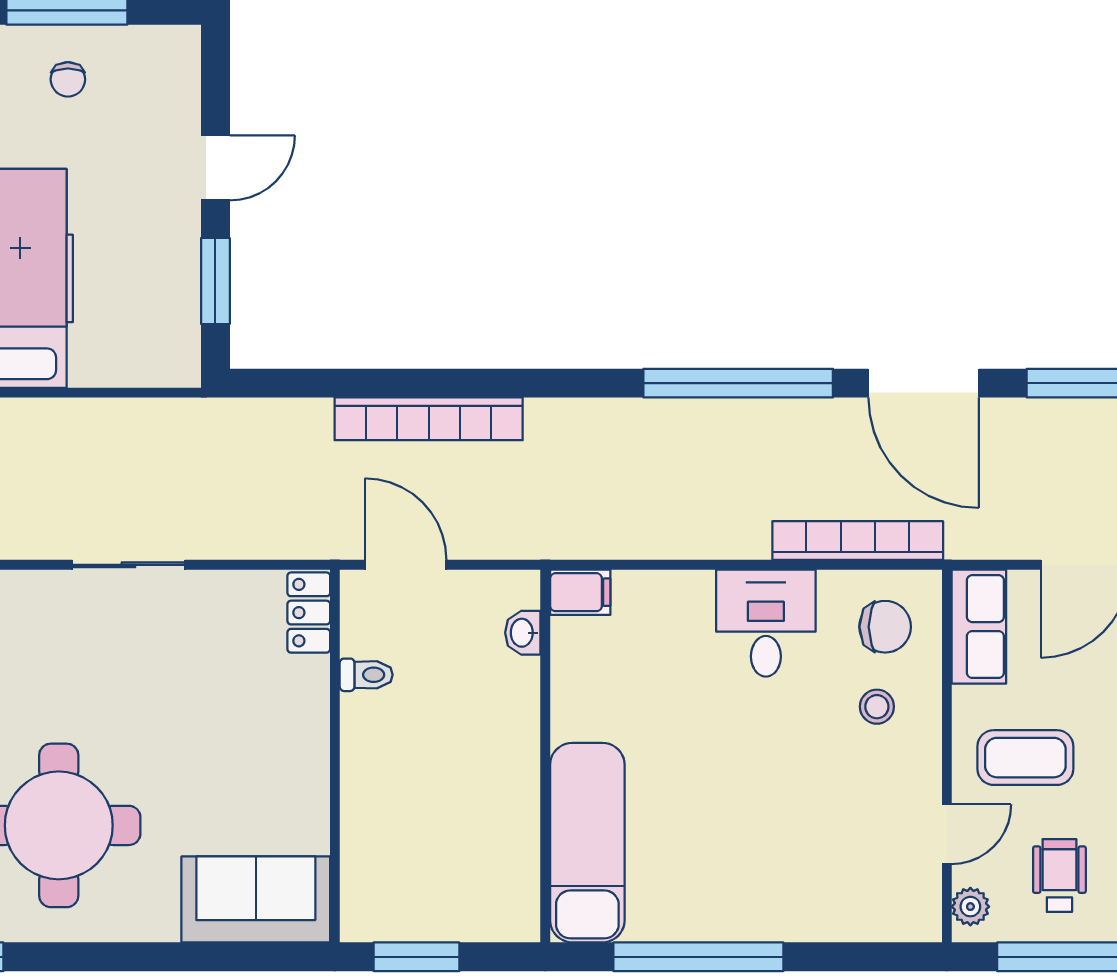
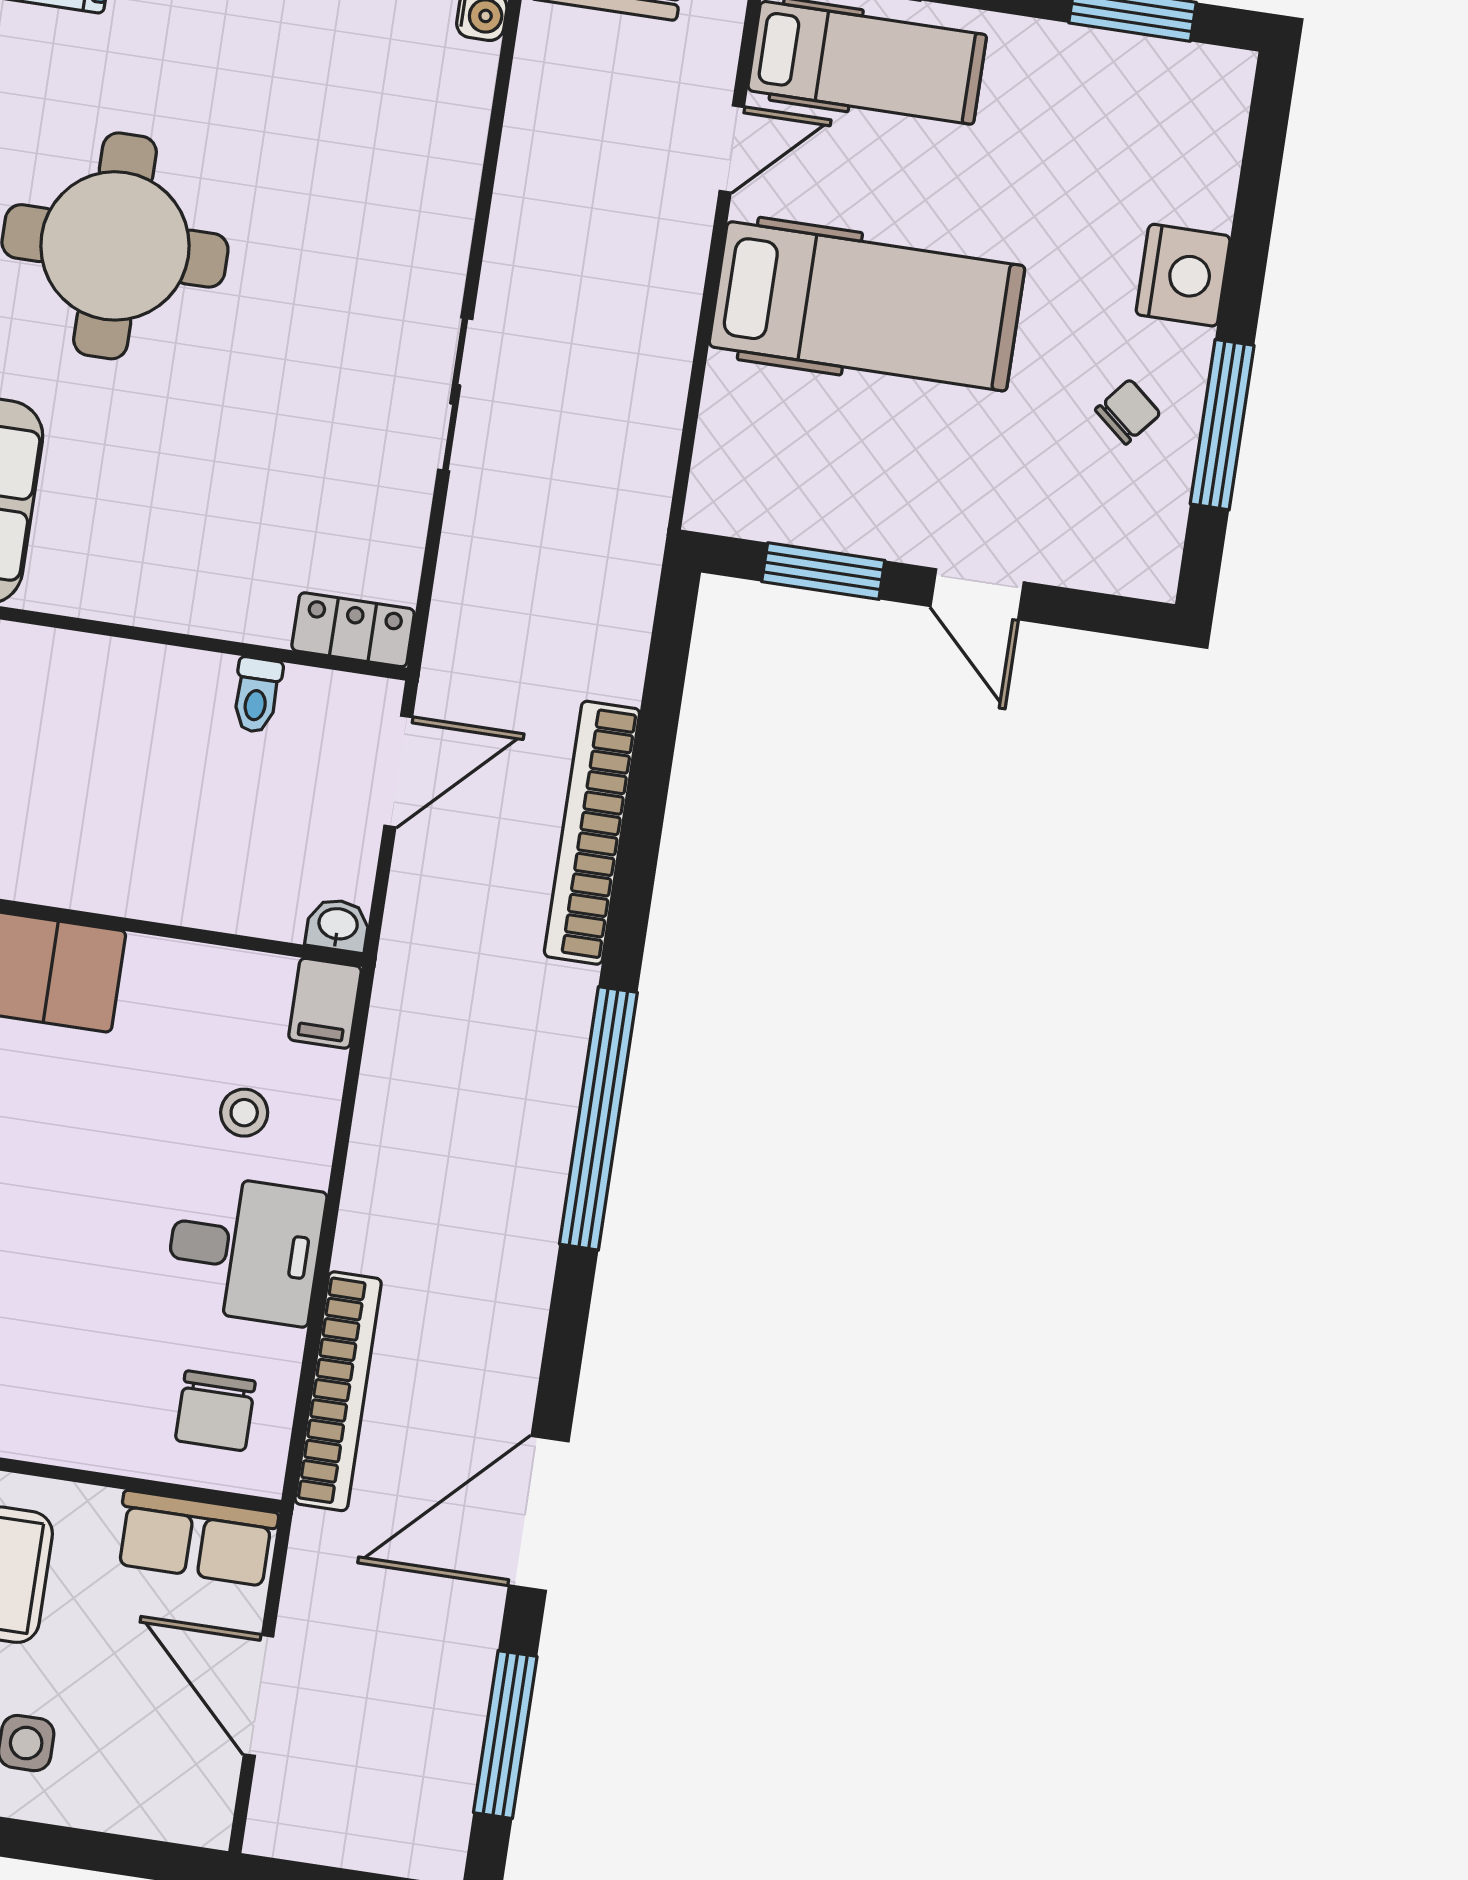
chair: (68, 79) -> (1128, 412), turned 130
window: (738, 383) -> (598, 1118), moved
washbasin: (523, 633) -> (338, 925), moved
stool: (877, 707) -> (244, 1113), moved

